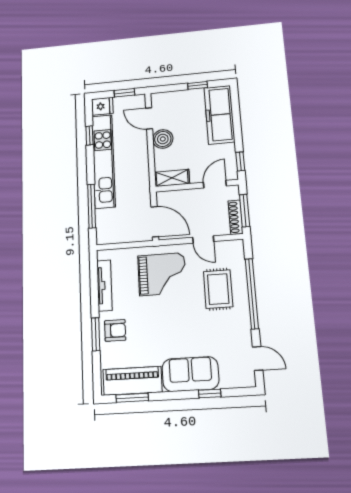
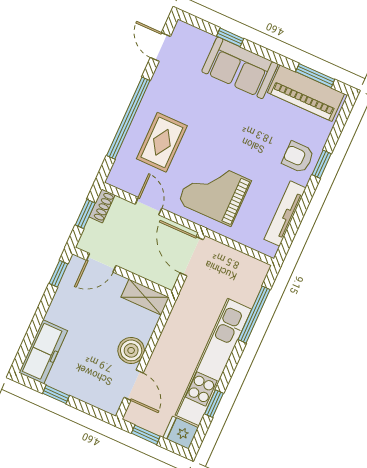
freezer: (219, 115) -> (43, 352), width x0.73, depth x0.79
window: (245, 211) -> (85, 214), width x0.67
shoe rack: (236, 217) -> (102, 206), width x0.70
window: (96, 334) -> (322, 164), width x0.67

